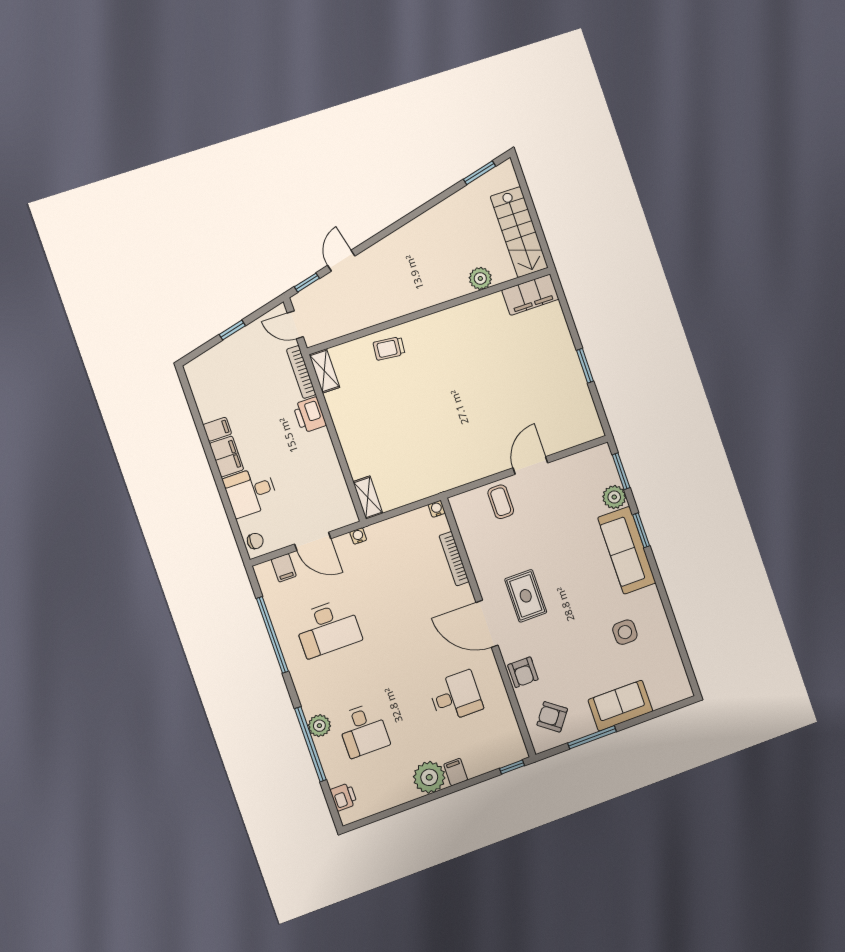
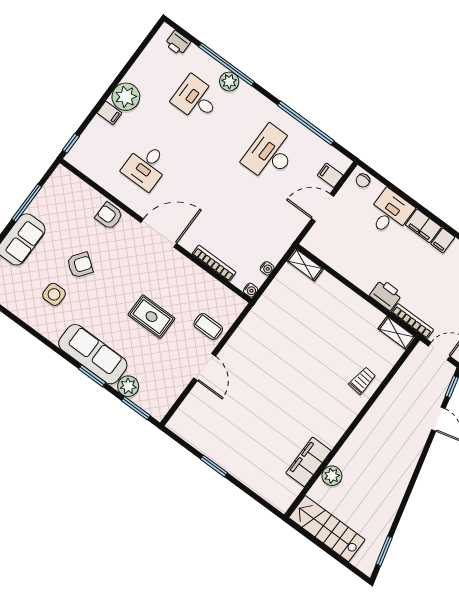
filing cabinet: (530, 295) -> (309, 462), moved
water cooler: (358, 536) -> (267, 268), moved
rug: (526, 596) -> (151, 317), moved
armchair: (552, 717) -> (80, 265), moved

